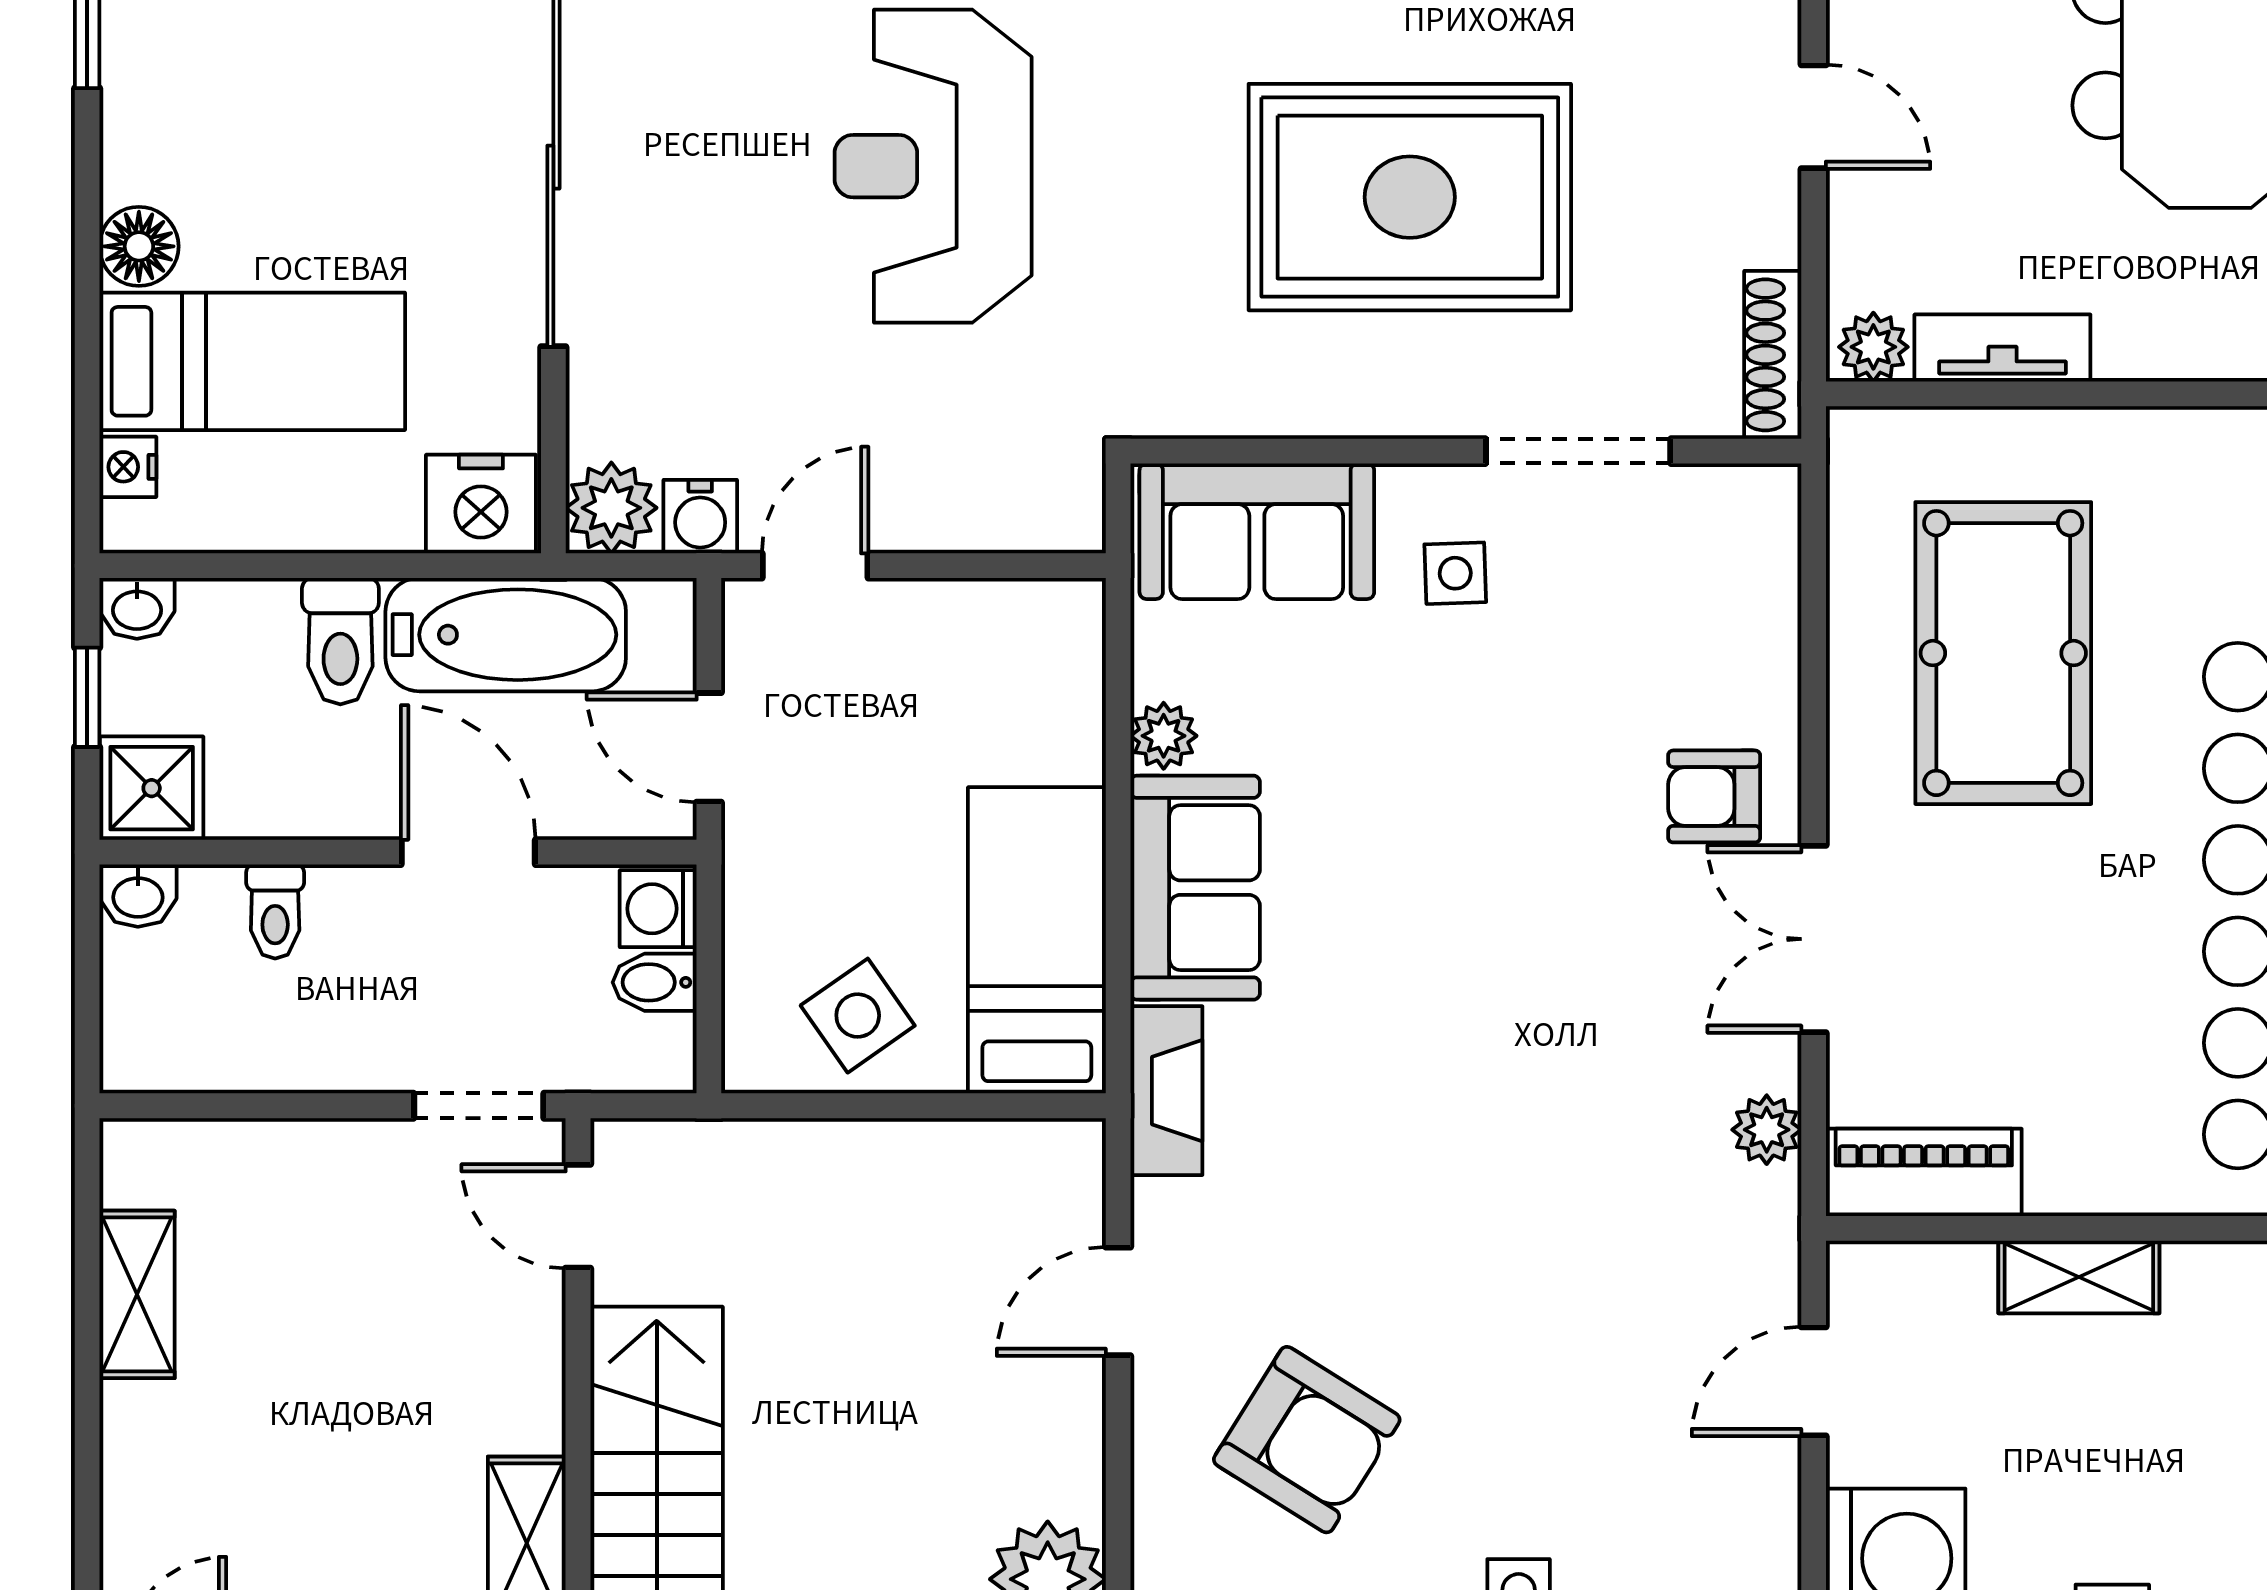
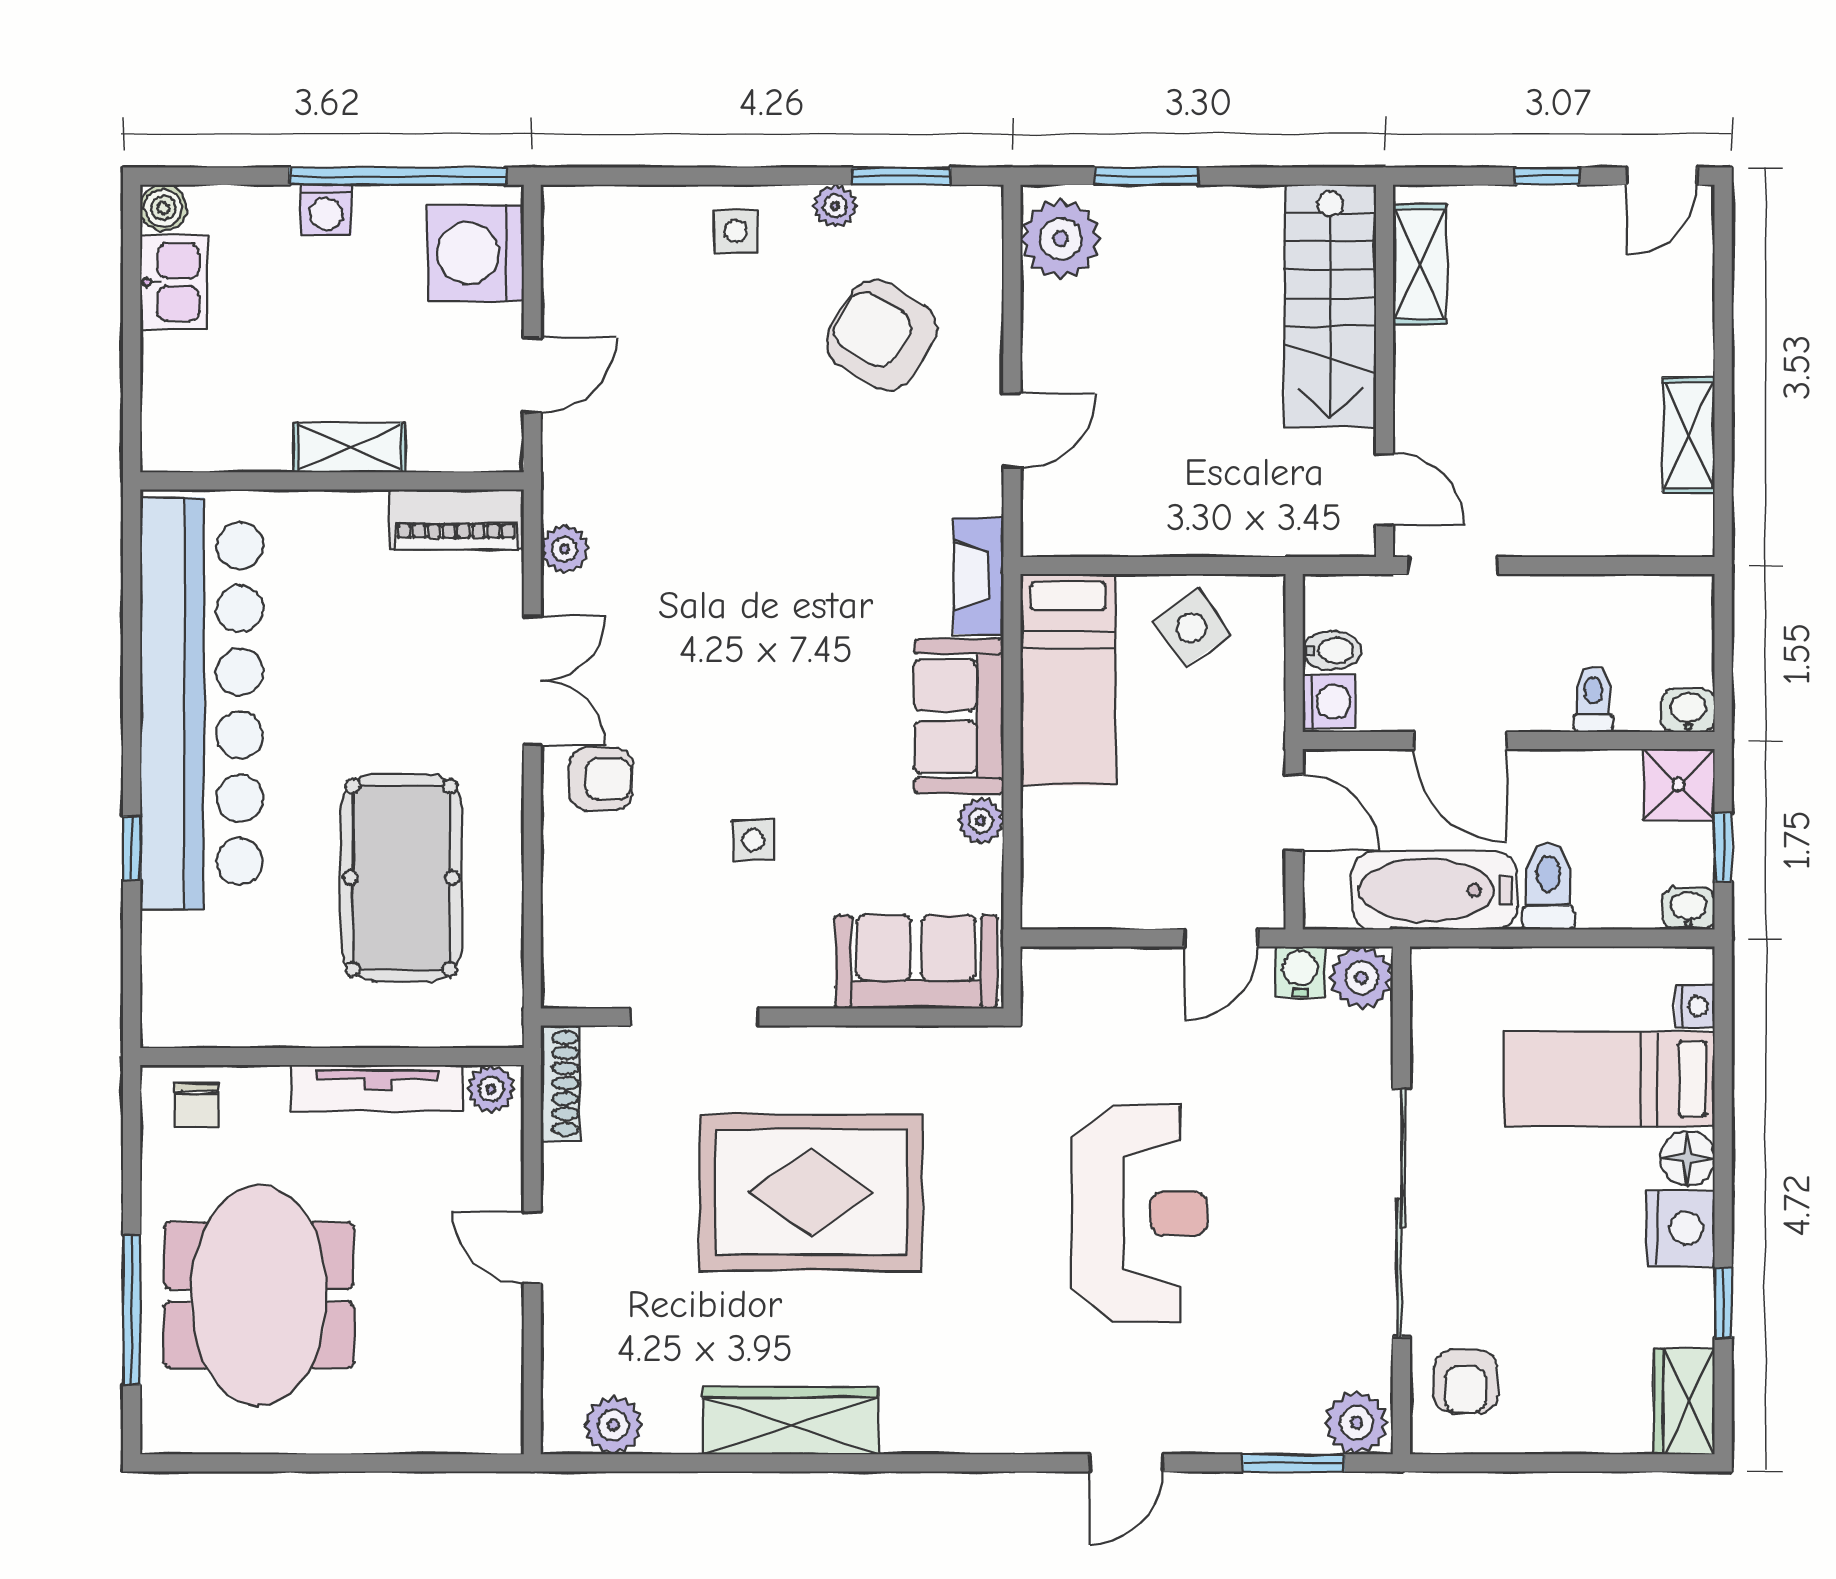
tv unit: (2002, 348) -> (377, 1088), width x1.41
nightstand: (481, 504) -> (1681, 1228), moved, turned 90
side table: (1455, 573) -> (753, 840), moved

